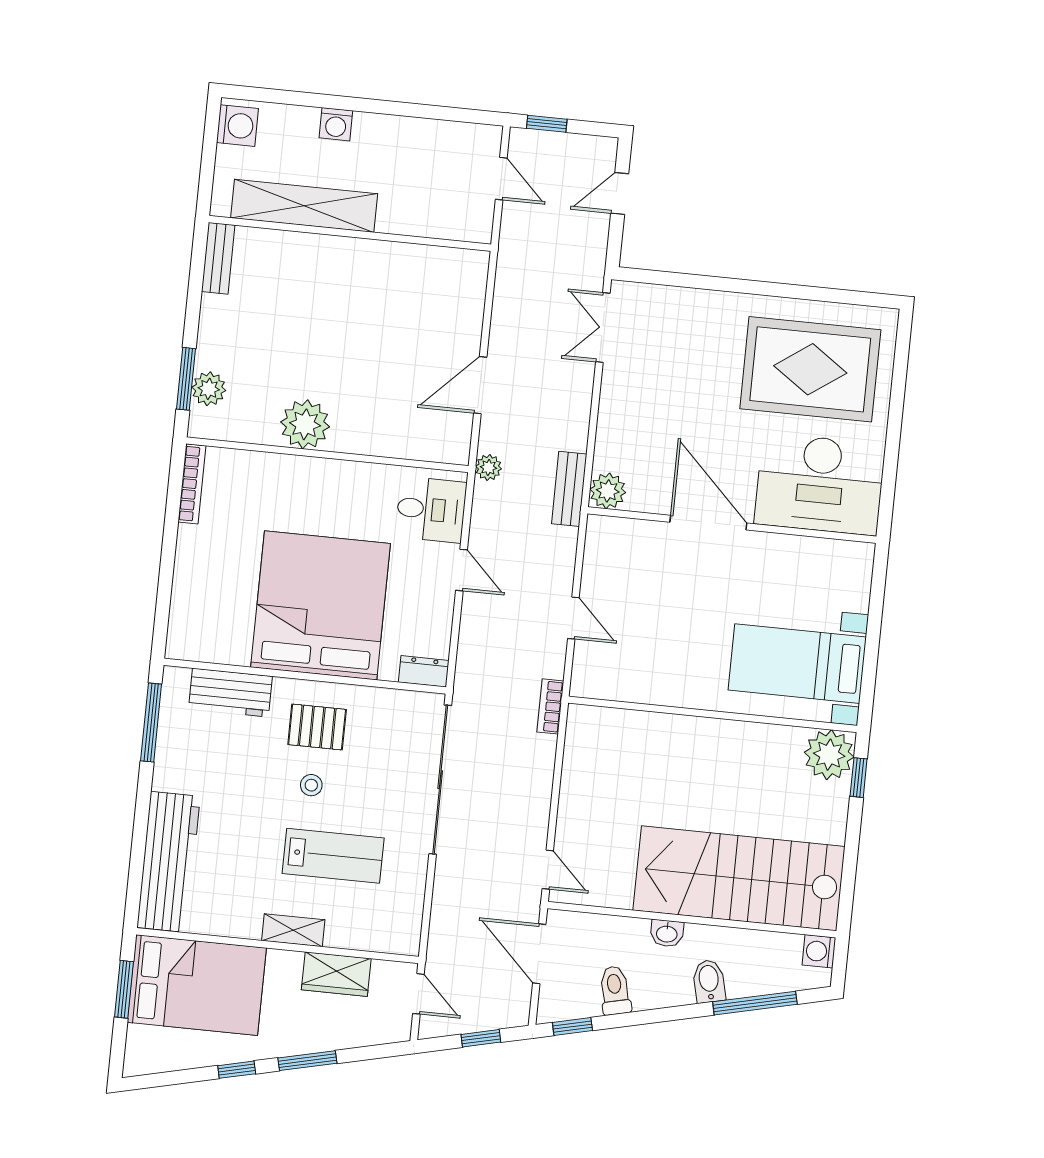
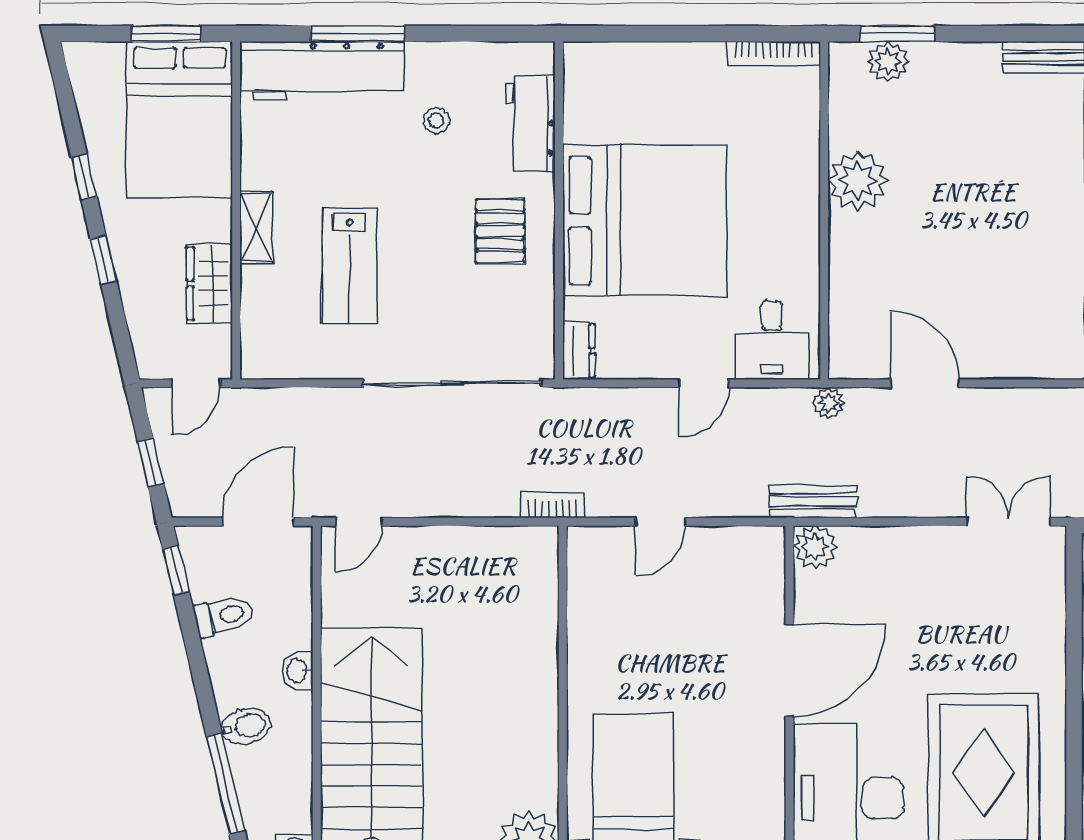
window: (151, 723) -> (358, 34), moved
stool: (311, 785) -> (436, 121), moved
window: (307, 1061) -> (103, 260), width x0.67

